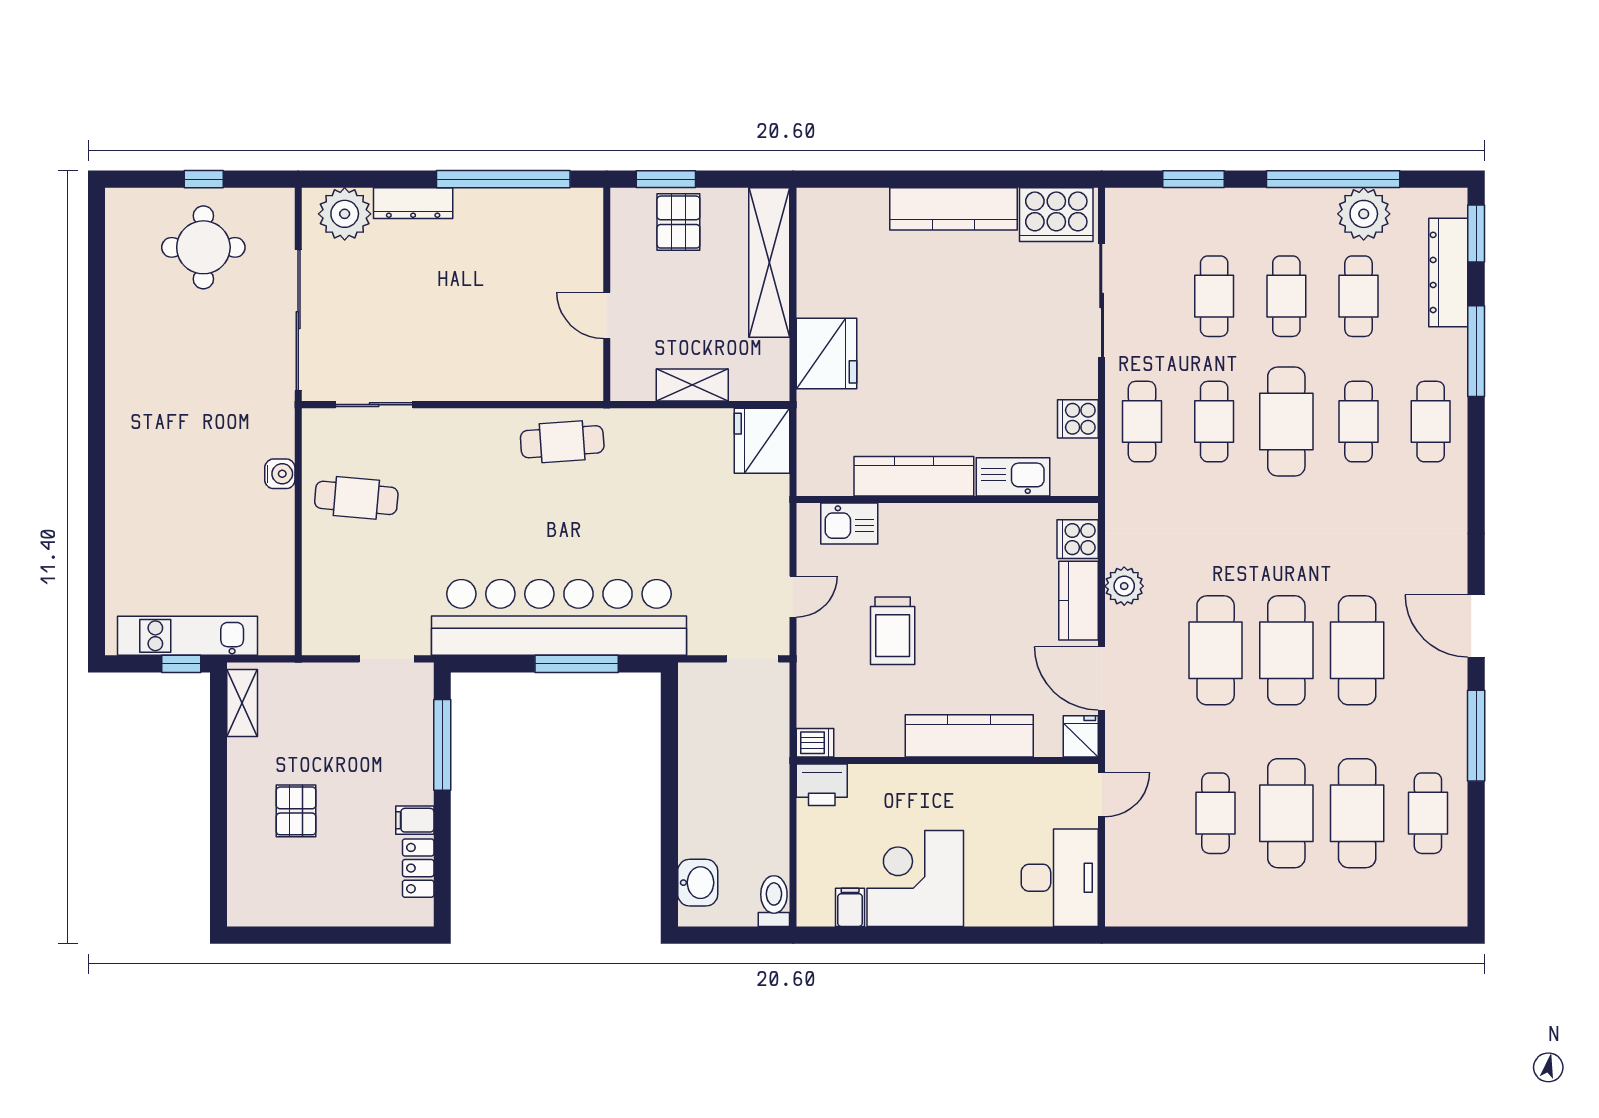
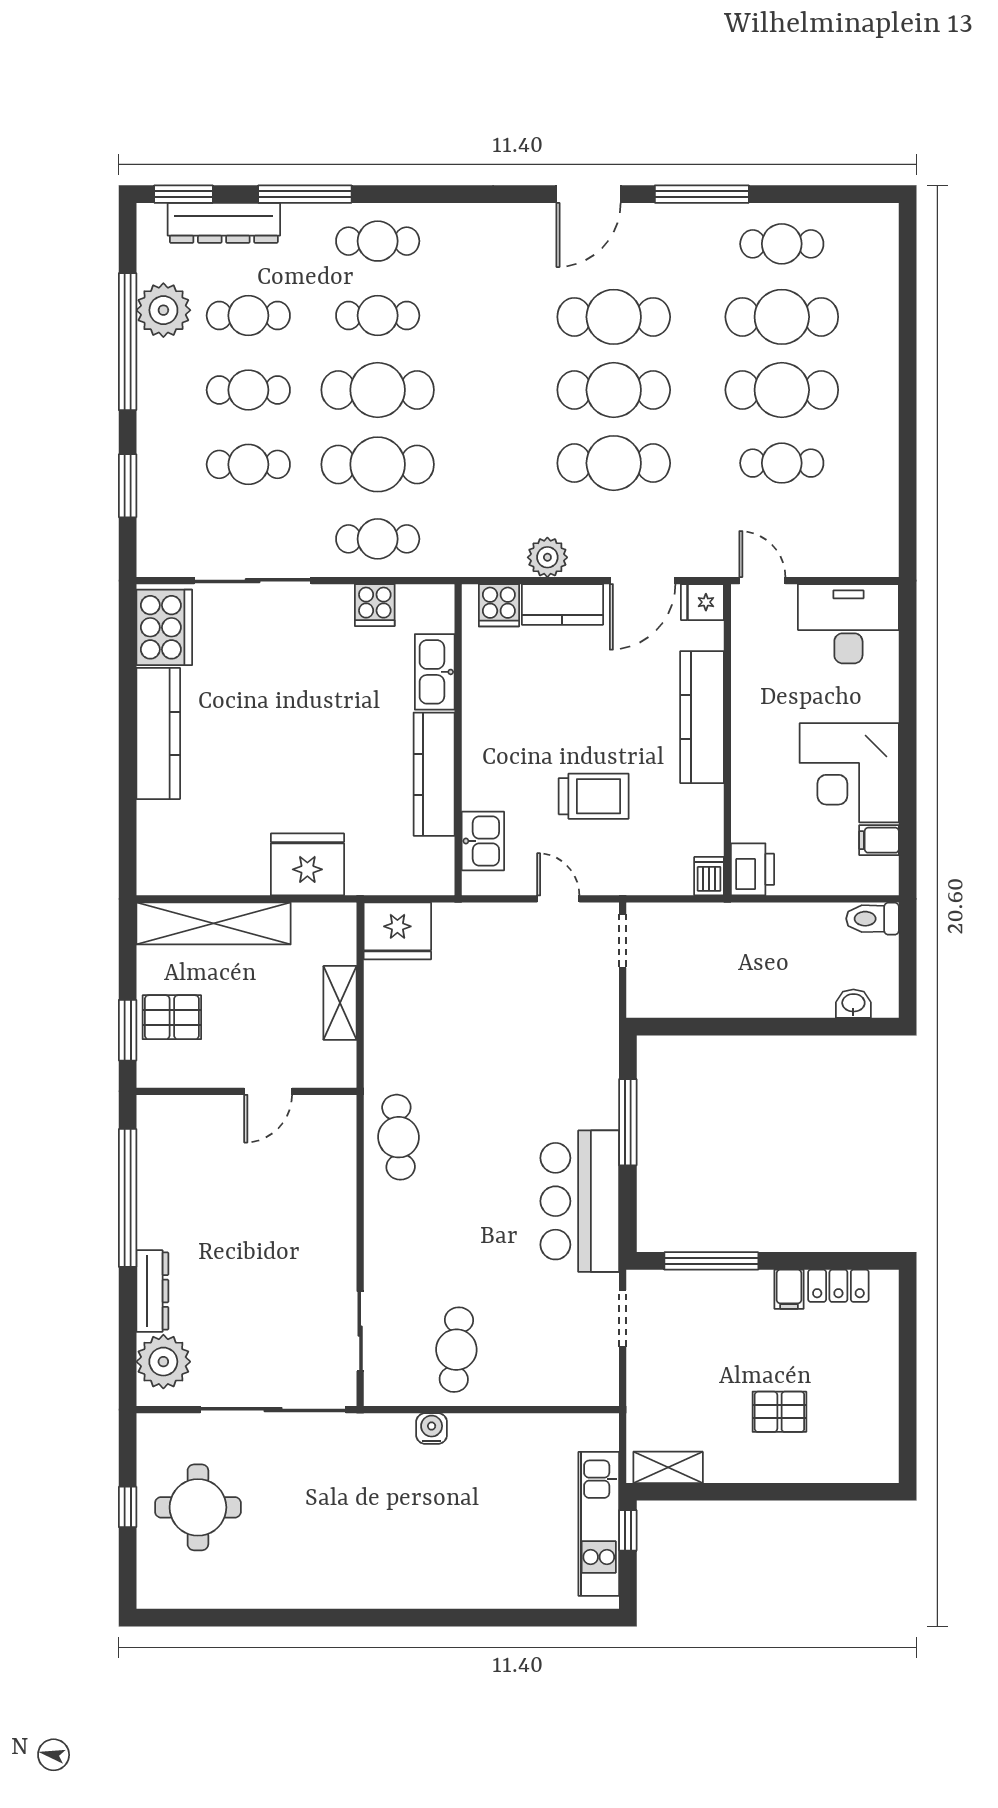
cafe table: (1214, 422) -> (378, 464), width x1.37, depth x1.35
bar counter: (559, 617) -> (580, 1201), width x0.54
washbasin: (698, 883) -> (853, 1004), width x0.72, depth x0.69

